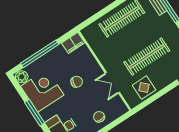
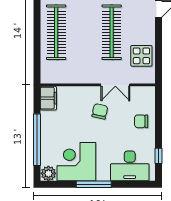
chair: (77, 82) -> (100, 111), moved

